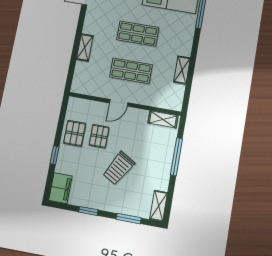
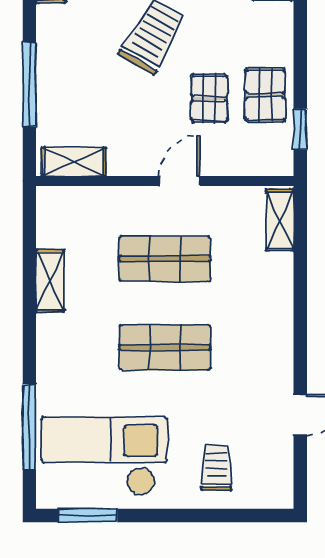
shelving: (85, 47) -> (280, 220), moved
window: (55, 155) -> (300, 129), moved

